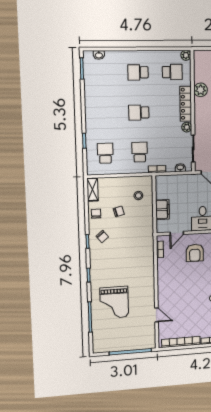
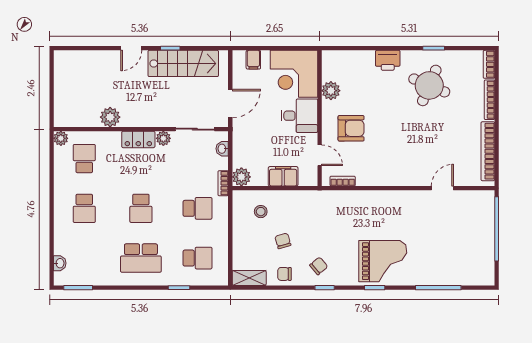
locker: (186, 104) -> (138, 139), width x0.66
school desk: (104, 113) -> (141, 258), added
school desk: (140, 152) -> (198, 208), turned 180
school desk: (105, 153) -> (198, 258), turned 180
plant: (162, 181) -> (241, 177), added
grand piano: (114, 303) -> (383, 261), moved

